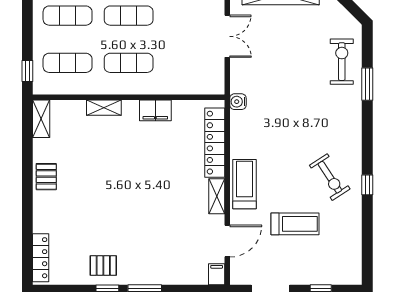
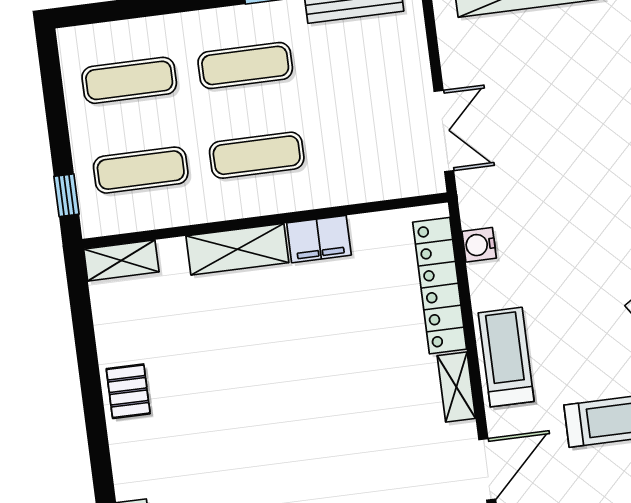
double door: (227, 36) -> (444, 131), moved
water cooler: (238, 102) -> (479, 245), moved
shelving: (104, 108) -> (237, 249), width x1.50, depth x1.33
shelving: (41, 119) -> (121, 260), moved, turned 90

